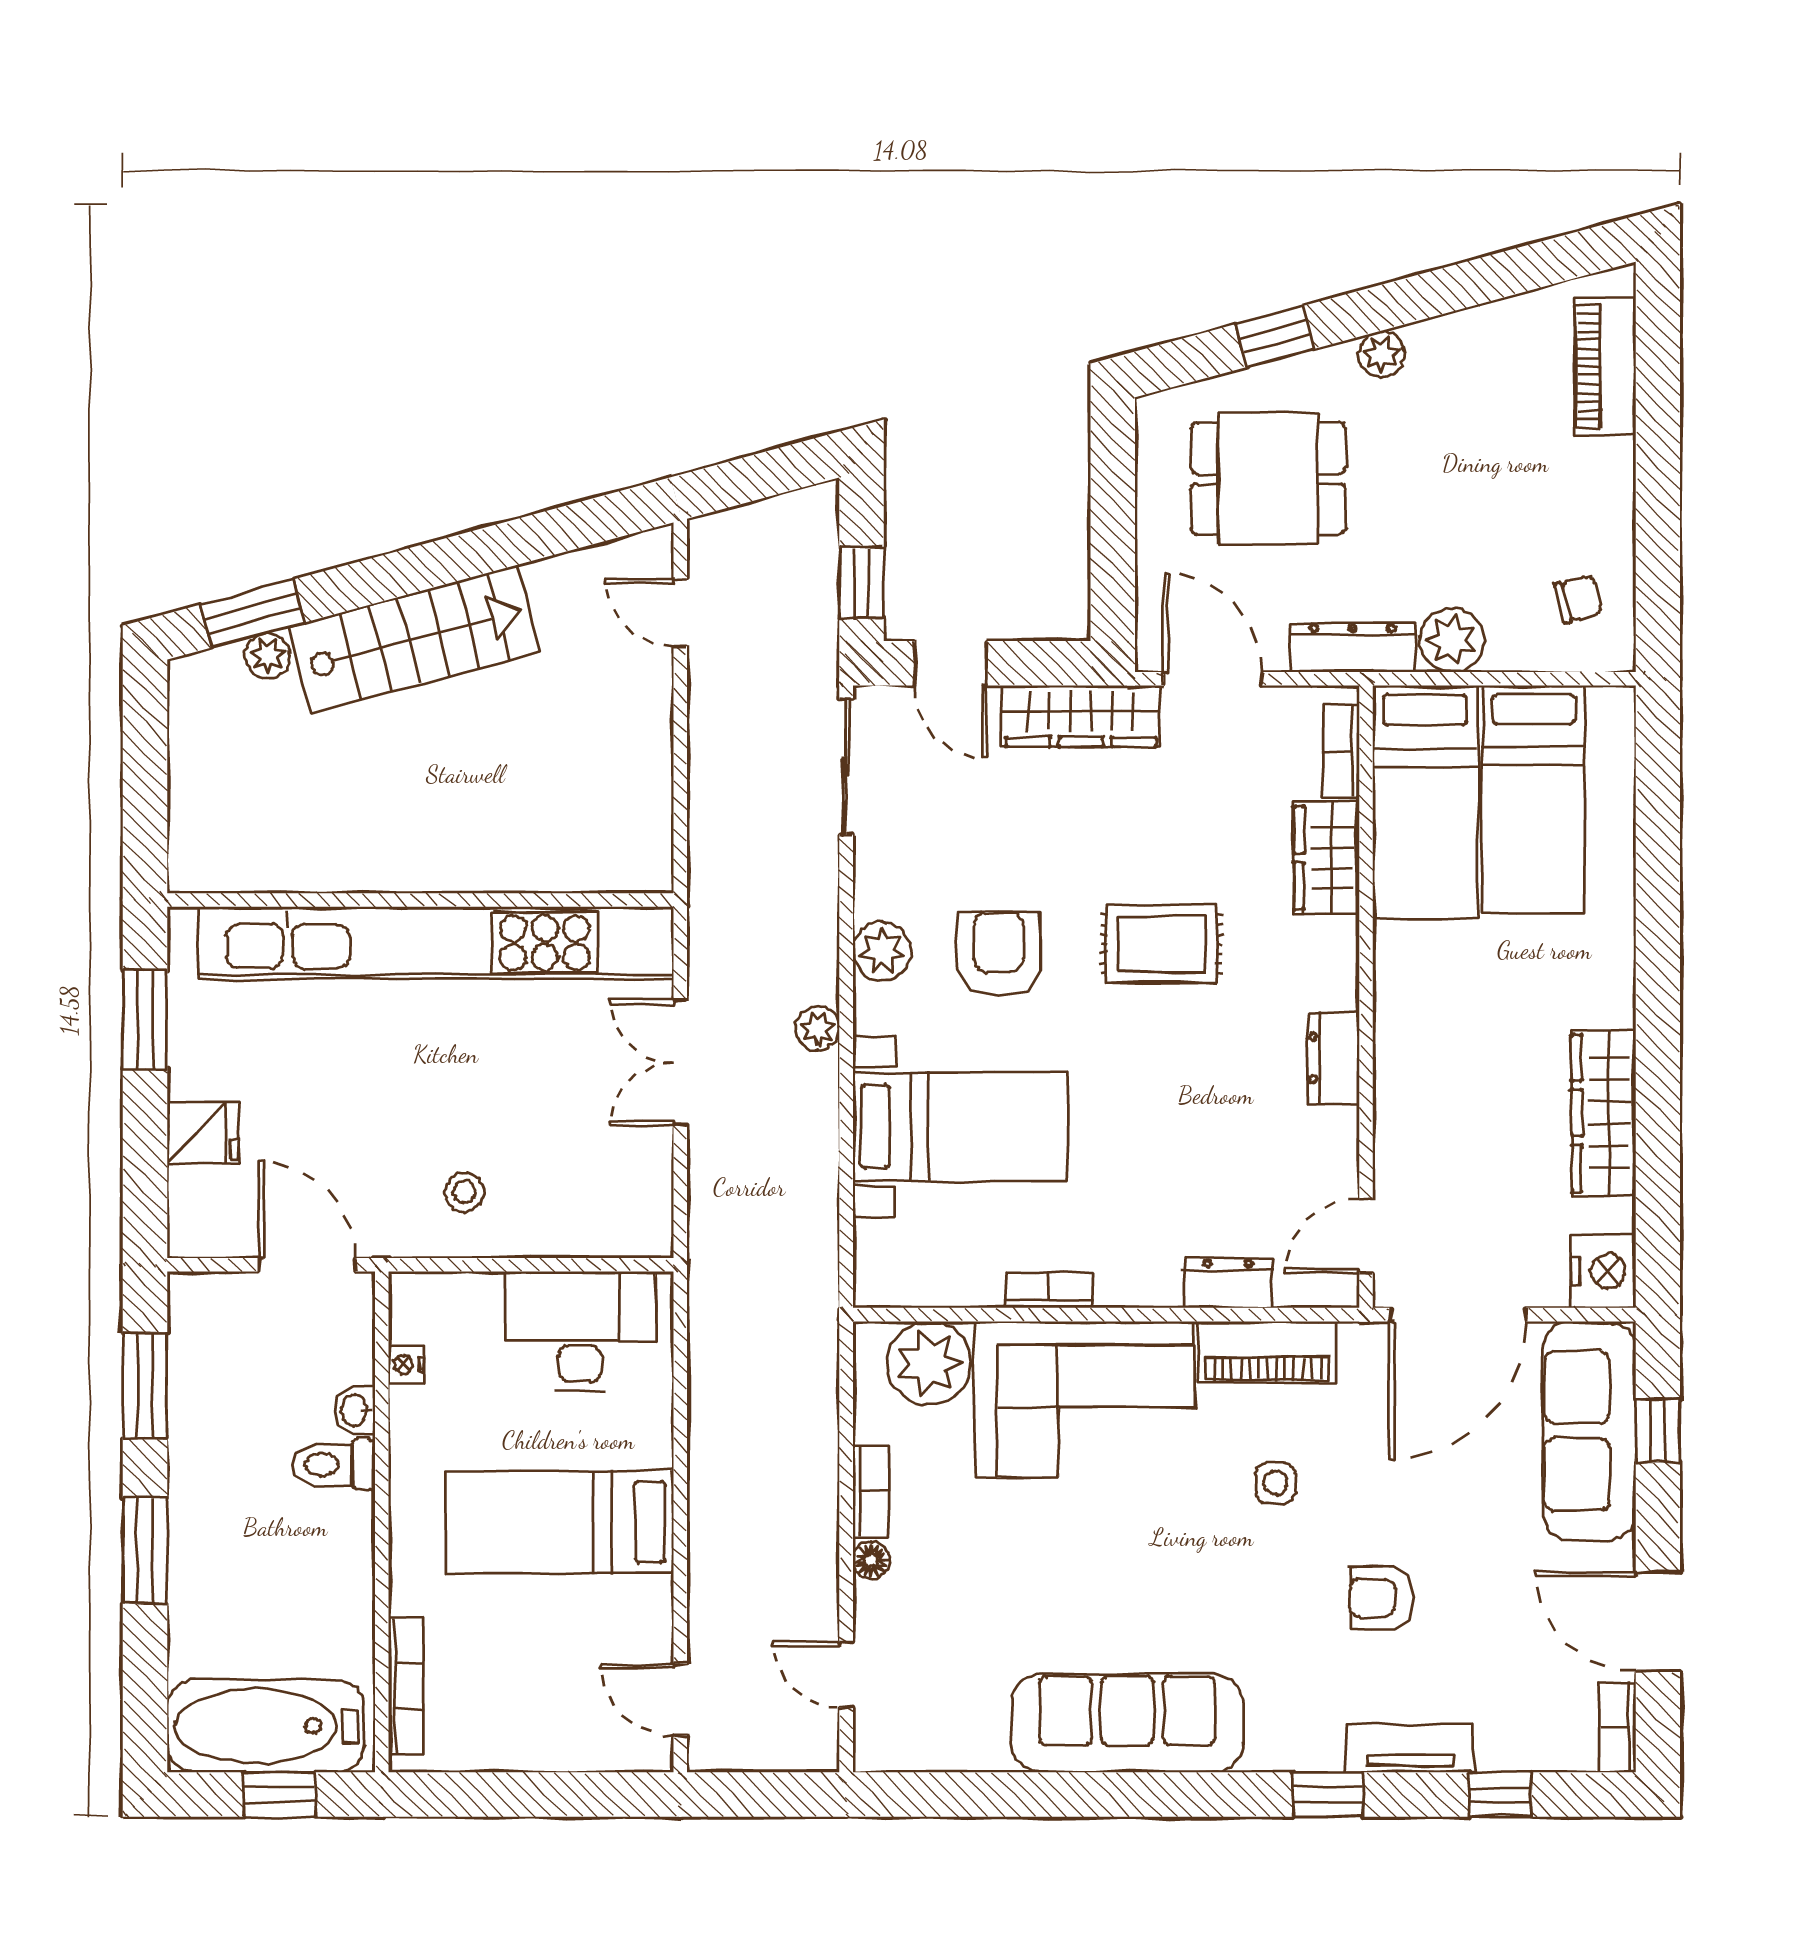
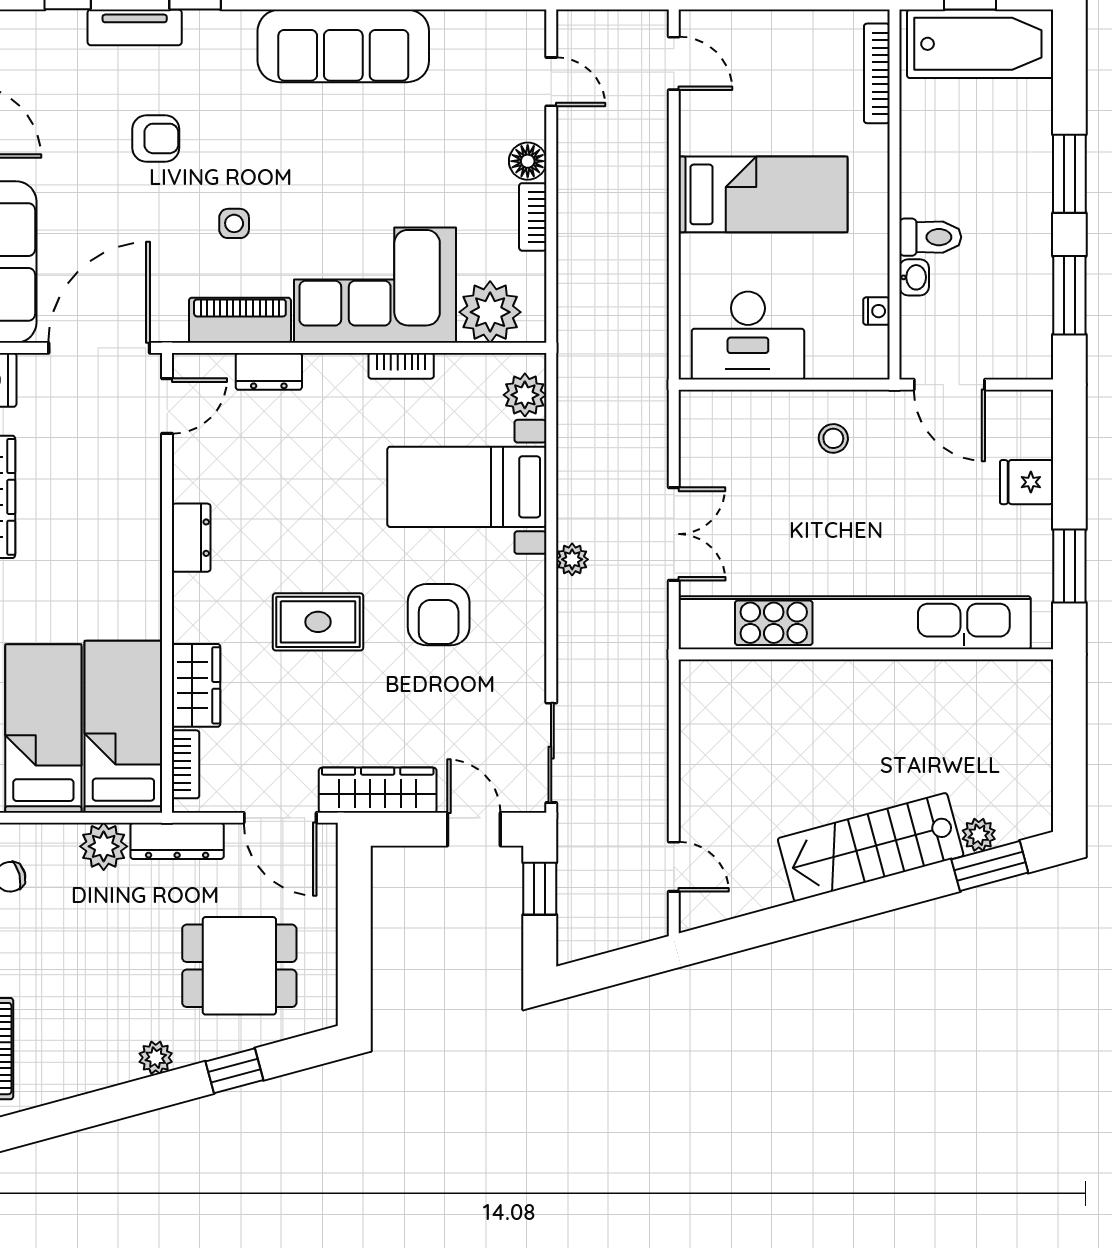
plant: (882, 951) -> (525, 395), moved
floor lamp: (871, 1560) -> (528, 161), width x1.37, depth x1.37

